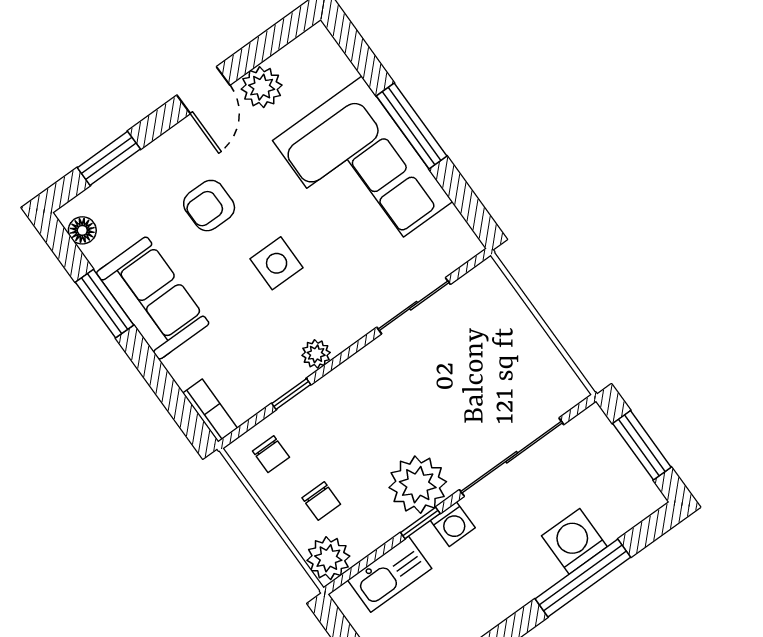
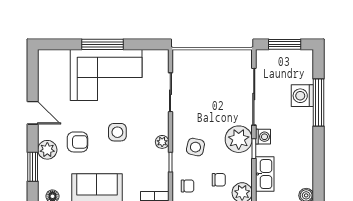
plant: (262, 87) -> (47, 150), moved
armchair: (209, 206) -> (77, 142), turned -90
side table: (349, 419) -> (195, 147), added

